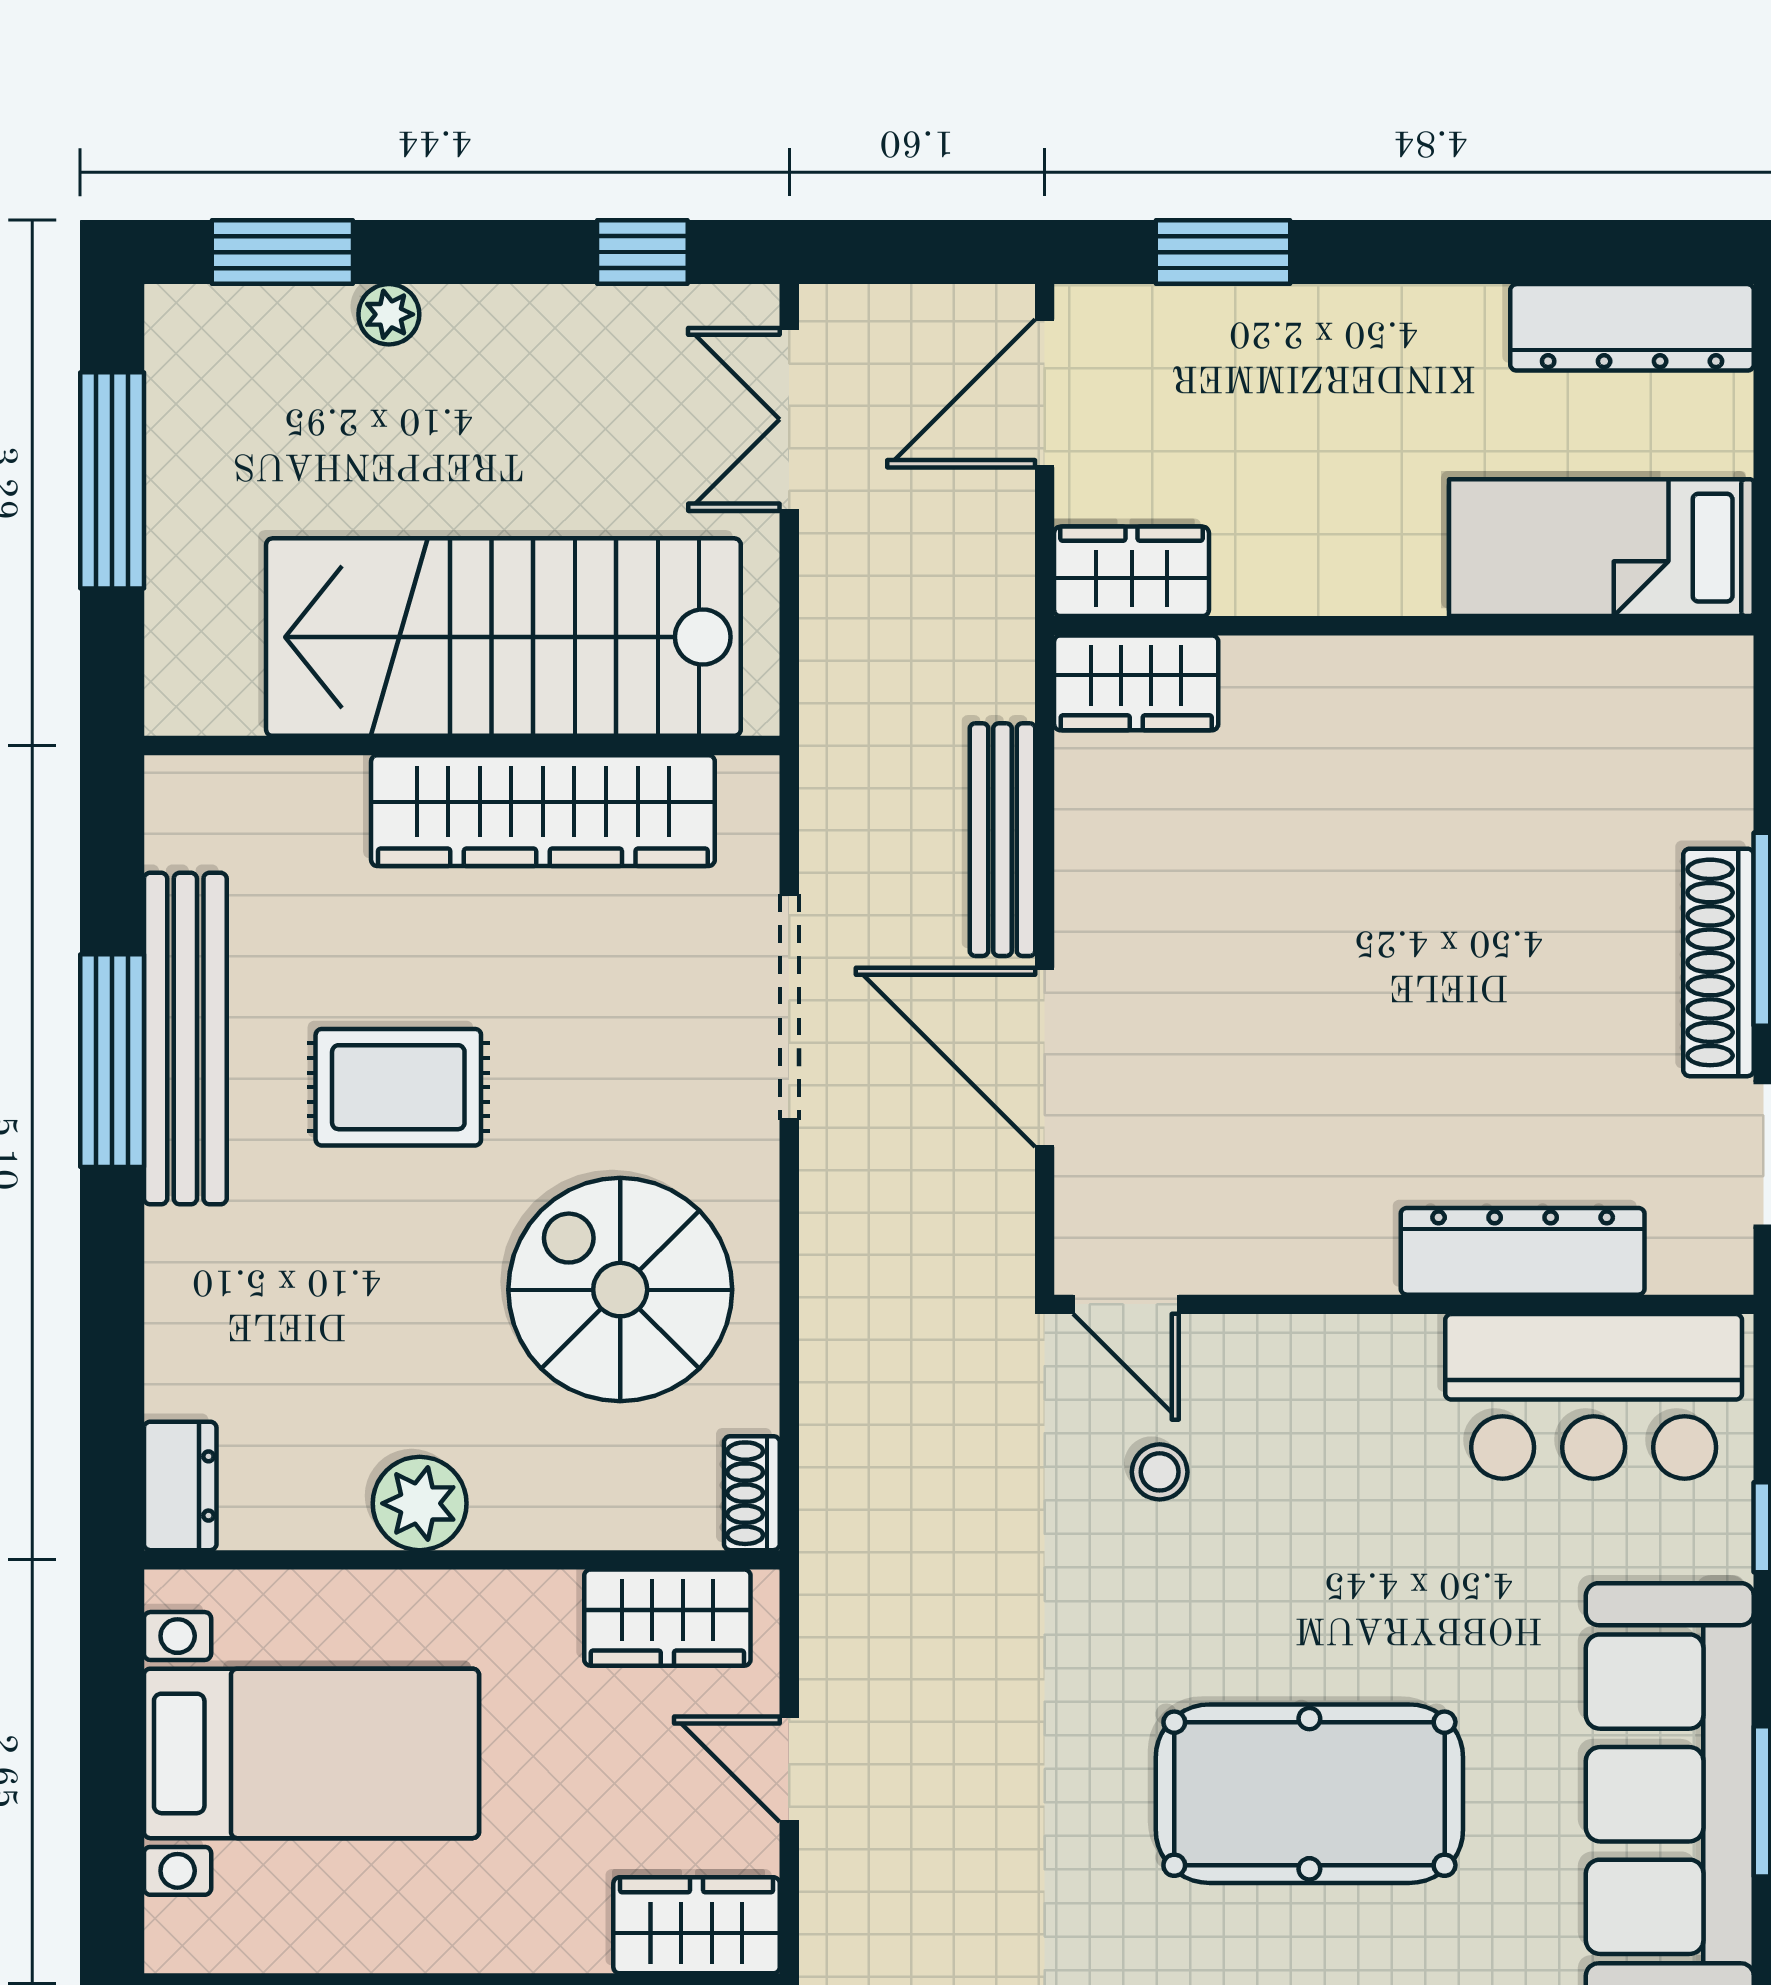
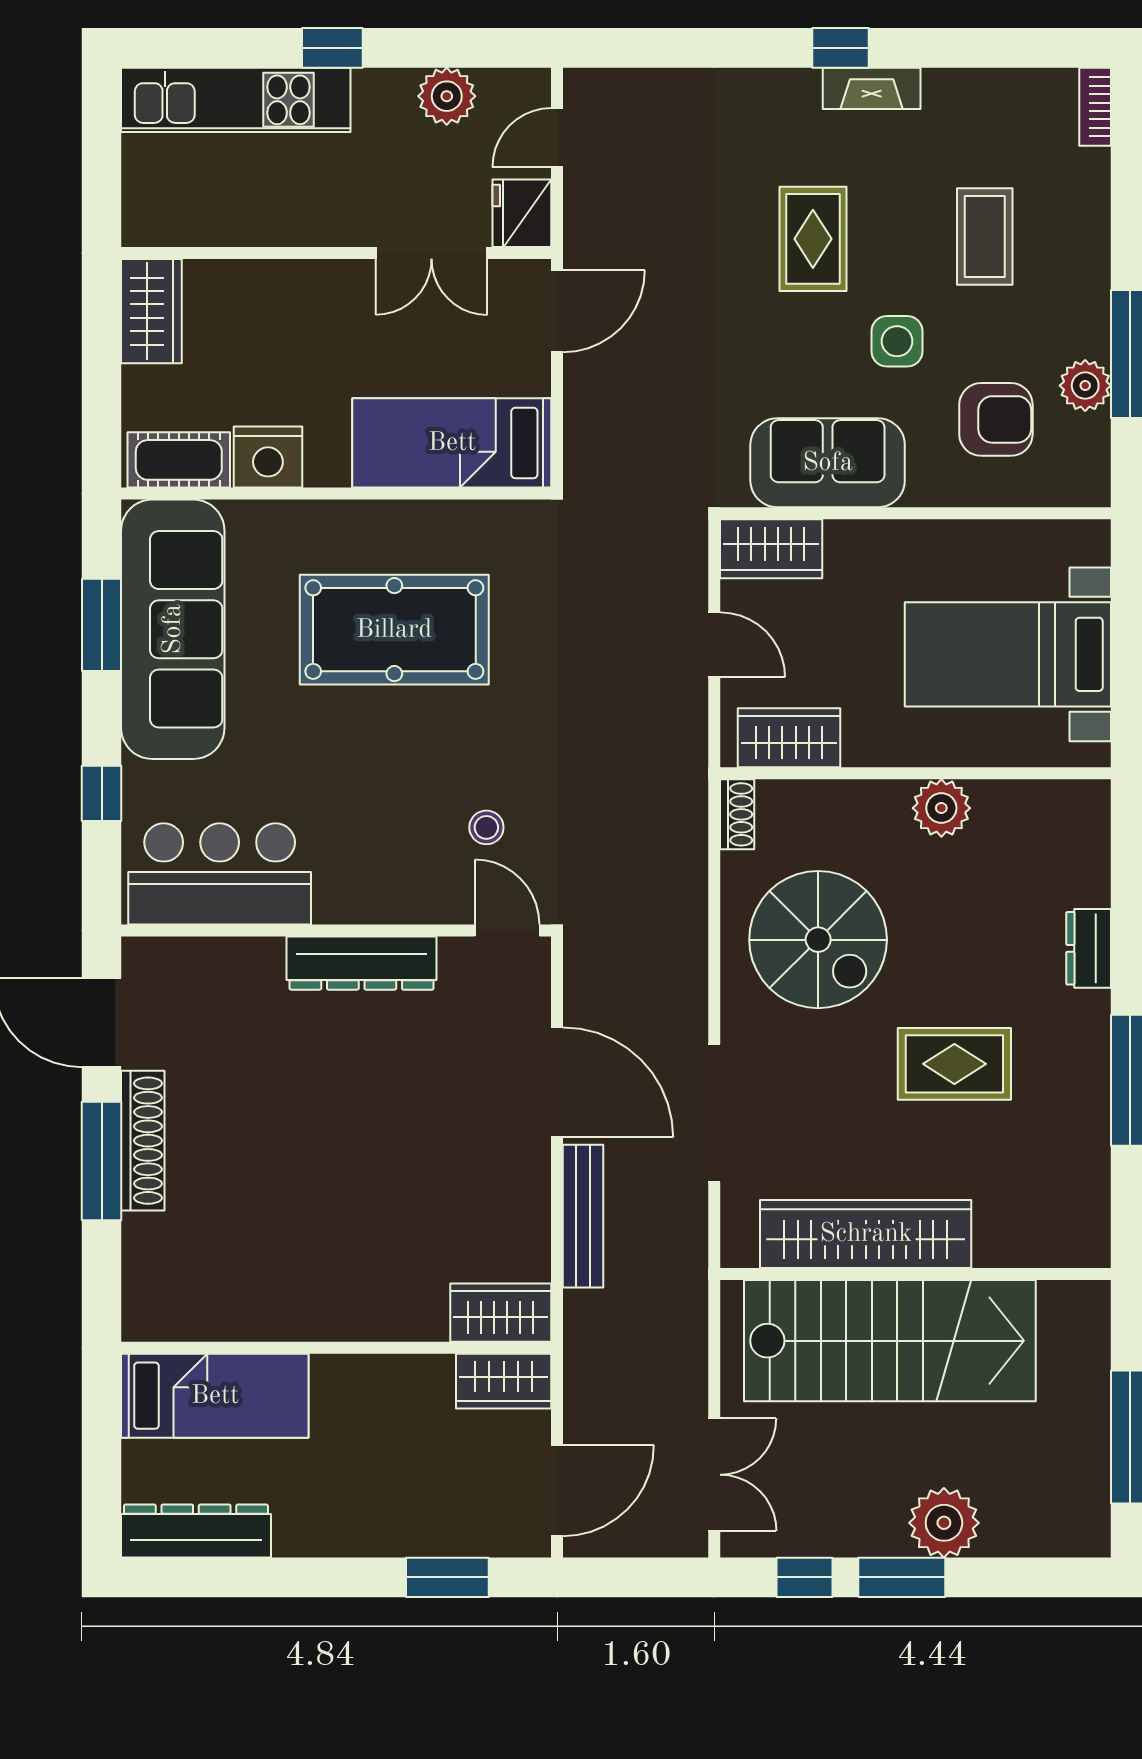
window: (282, 252) -> (902, 1577), moved
plant: (389, 314) -> (944, 1523), width x1.88, depth x1.88
bench: (185, 1039) -> (1085, 1094), removed
dresser: (1523, 1251) -> (362, 963), moved
dresser: (180, 1486) -> (1089, 948), moved

